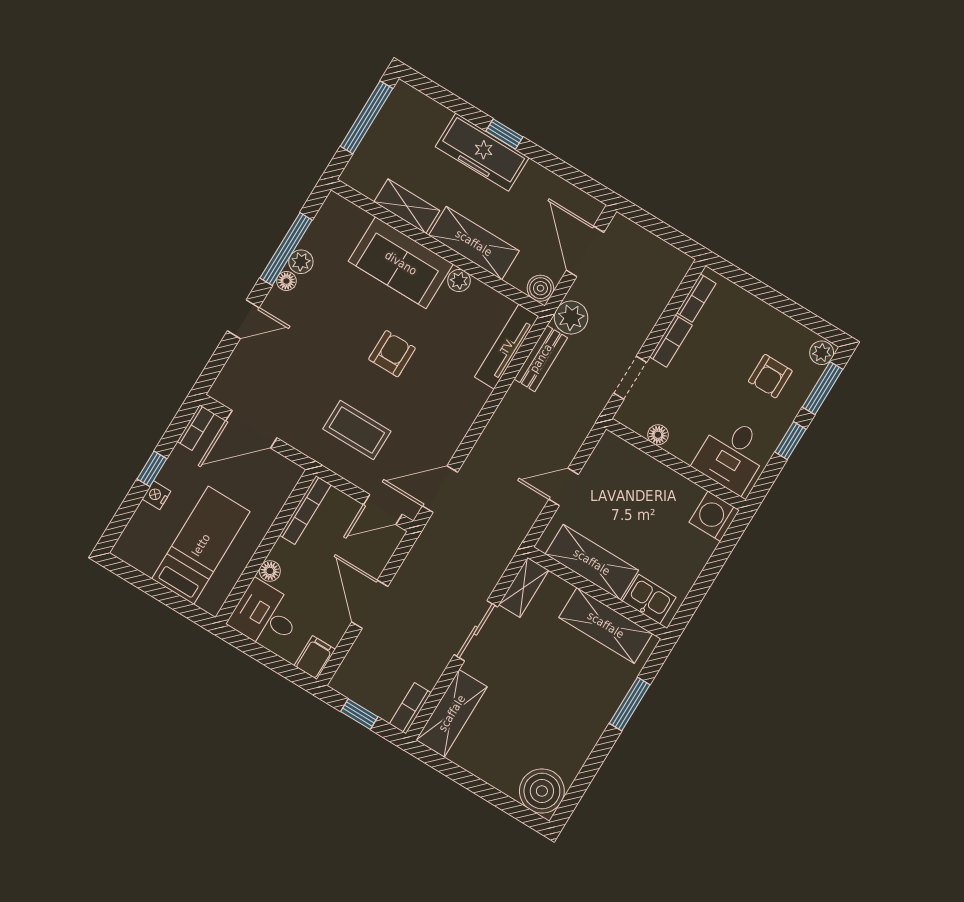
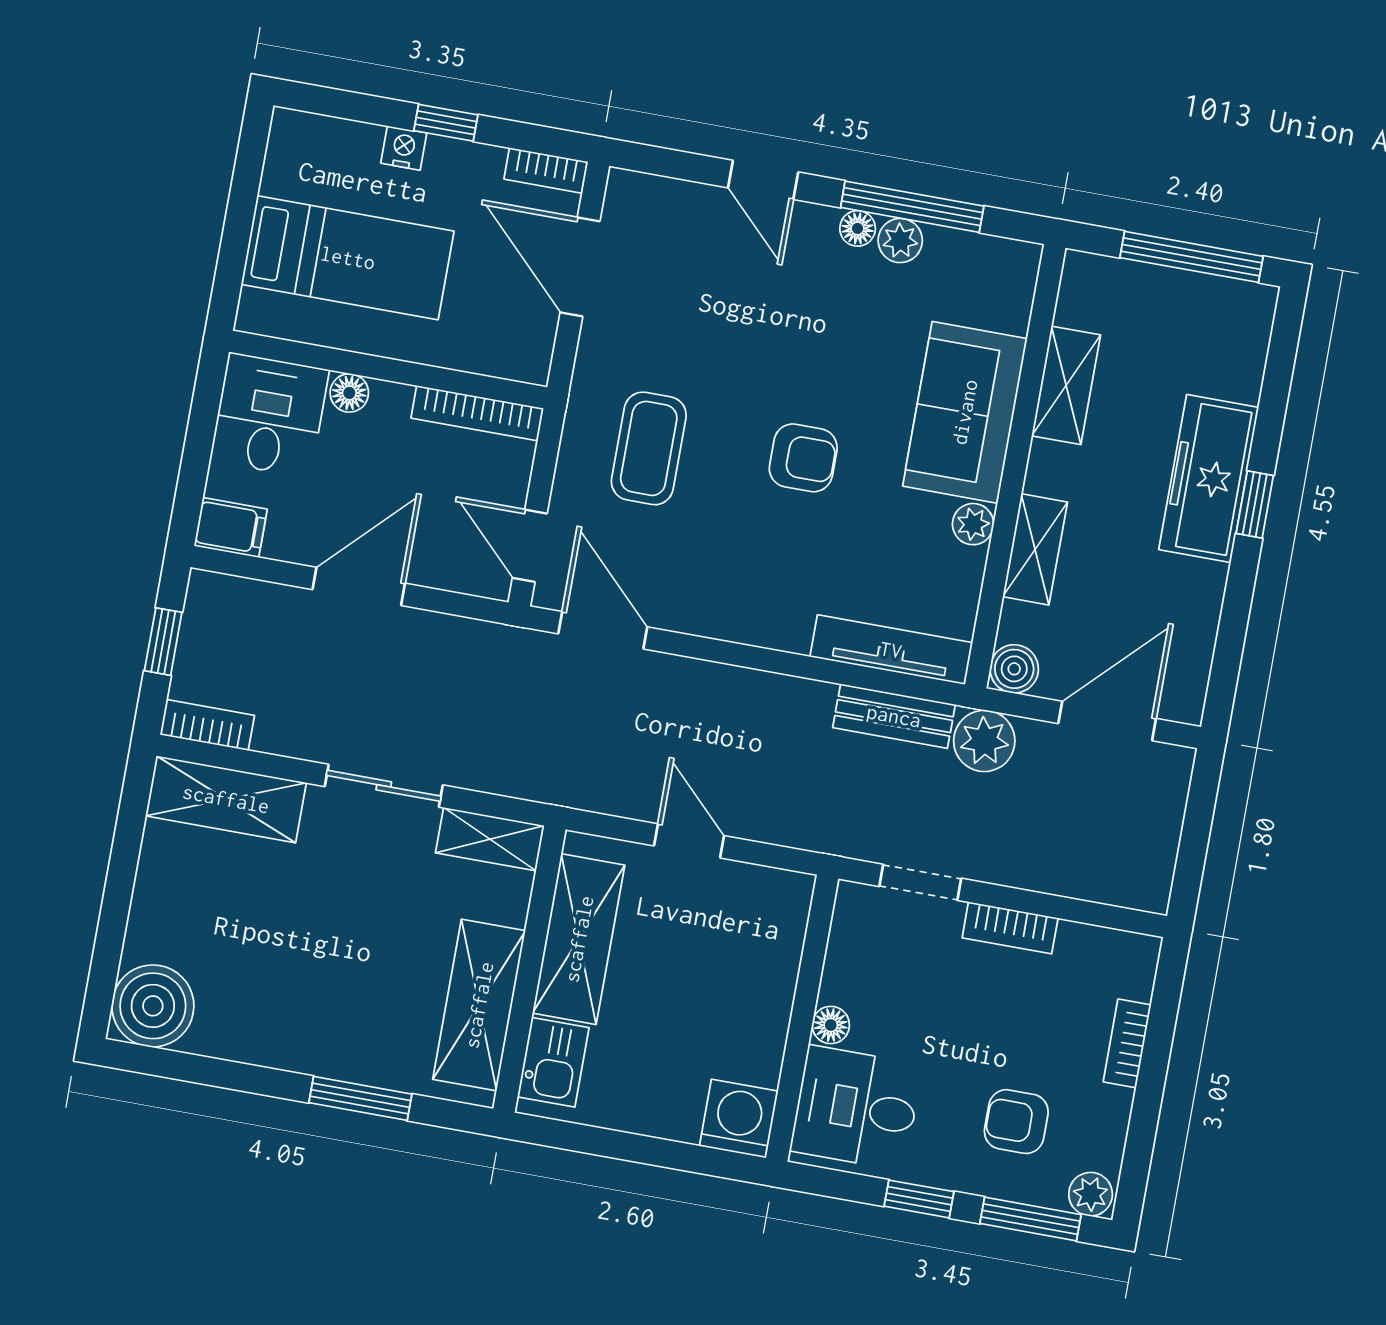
shelving: (474, 243) -> (1035, 549), width x0.67, depth x0.75
bookcase: (696, 298) -> (1127, 1043), moved, turned 90
floor lamp: (658, 435) -> (831, 1025), moved

